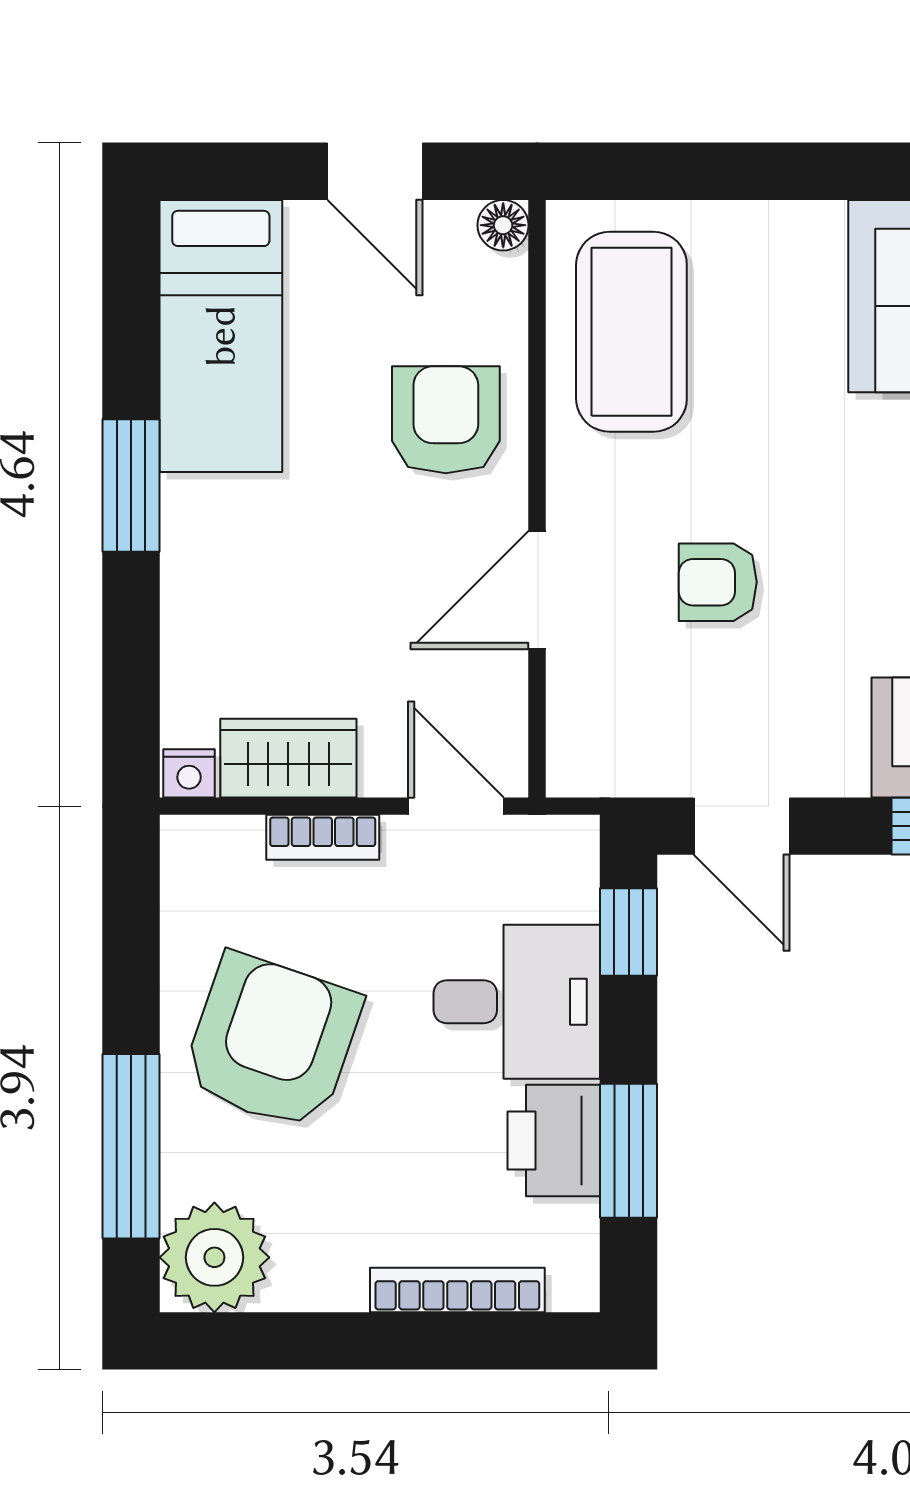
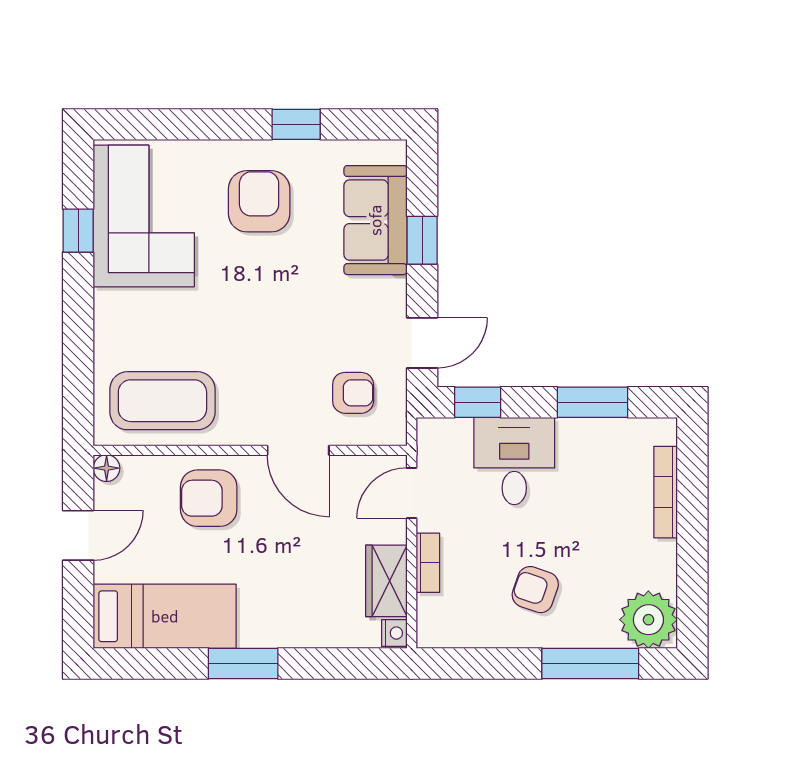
armchair: (718, 582) -> (353, 393), moved, turned -90
armchair: (272, 1042) -> (535, 590), width x0.53, depth x0.53
printer: (554, 1140) -> (587, 442), removed

